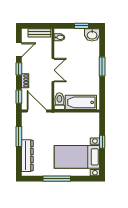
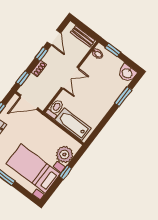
window: (82, 26) -> (113, 50), moved
door: (19, 50) -> (54, 38), hinge flipped
window: (102, 66) -> (123, 96), moved
door: (37, 111) -> (29, 102), swing flipped
plant: (92, 129) -> (64, 155), added

